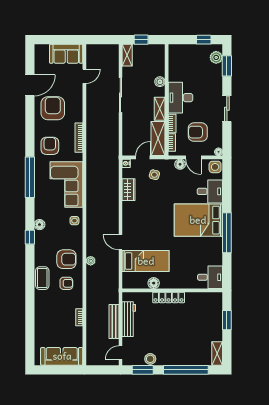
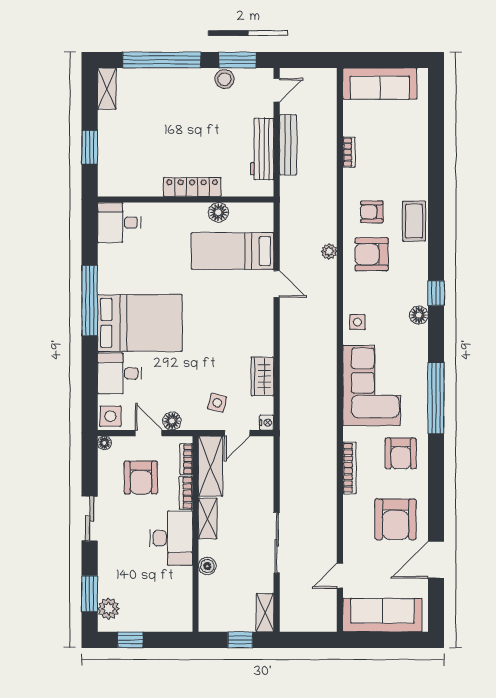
sofa: (66, 54) -> (382, 615), width x1.36
armchair: (198, 132) -> (141, 478), turned 90

